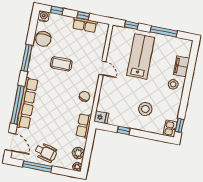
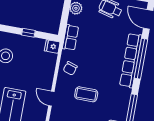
coffee table: (61, 64) -> (86, 94), moved

